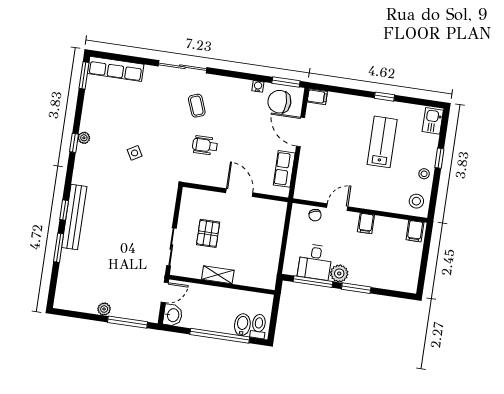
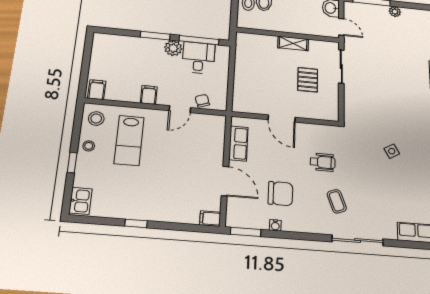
chair: (279, 102) -> (280, 194), moved
lab bench: (382, 142) -> (129, 140), moved
door: (165, 292) -> (341, 27), swing flipped

